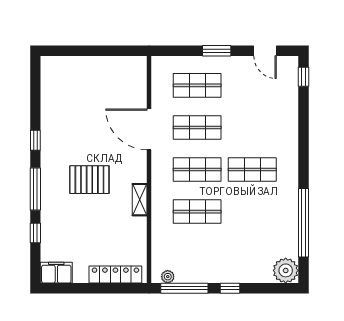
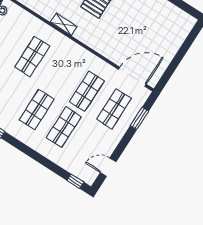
window: (217, 51) -> (139, 118), moved
door: (149, 129) -> (132, 77), moved
shop shelf: (197, 170) -> (64, 127), moved

